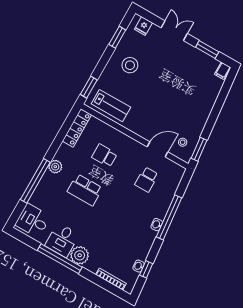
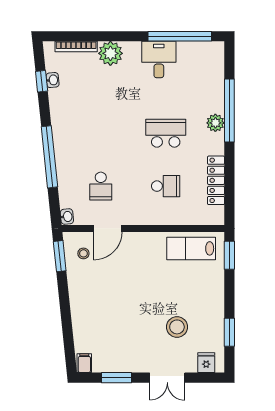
stool: (130, 65) -> (177, 327), moved
locker: (77, 128) -> (216, 180), moved
plant: (55, 167) -> (215, 123), moved
school desk: (147, 179) -> (101, 186), turned 180
desk: (33, 221) -> (206, 63), removed
washbasin: (157, 225) -> (67, 217), moved
plant: (80, 255) -> (110, 53), moved
window: (60, 259) -> (180, 36), moved

